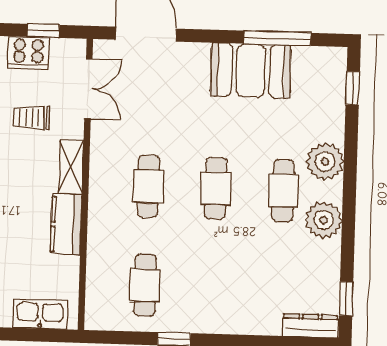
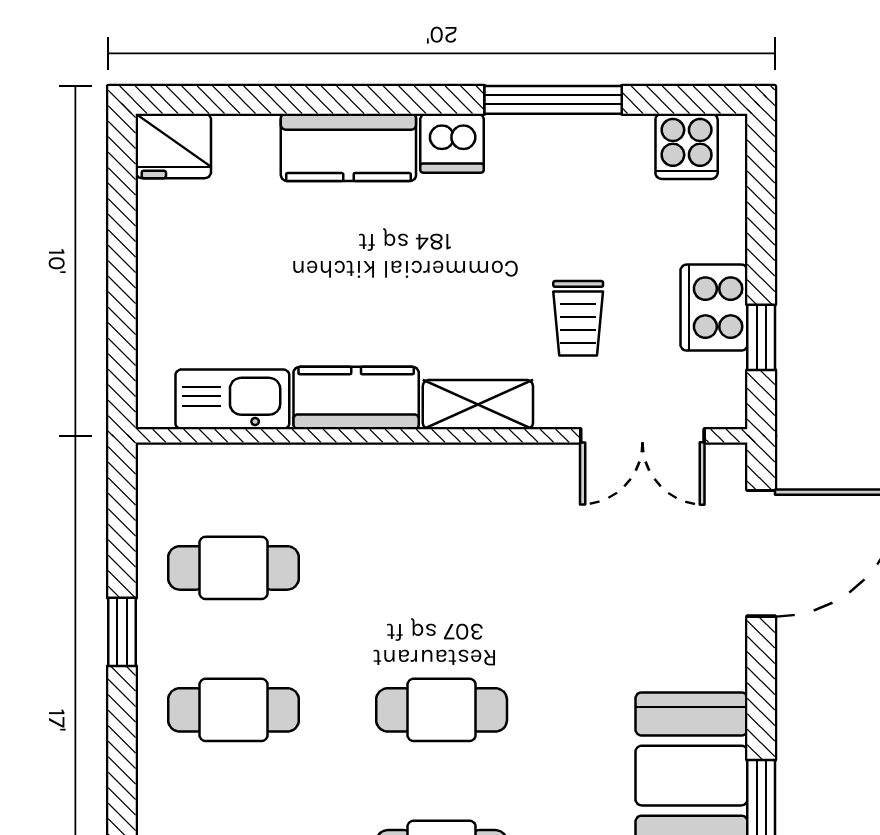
trolley: (32, 118) -> (578, 318), turned 180
cafe table: (148, 186) -> (234, 710), moved
kitchen sink: (40, 314) -> (232, 399), moved, turned -90

